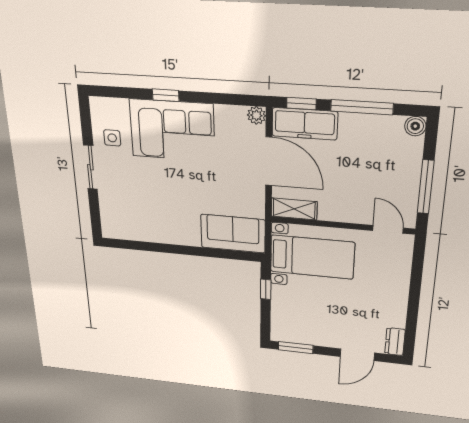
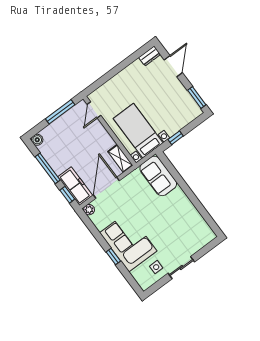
door: (357, 355) -> (173, 66), hinge flipped

